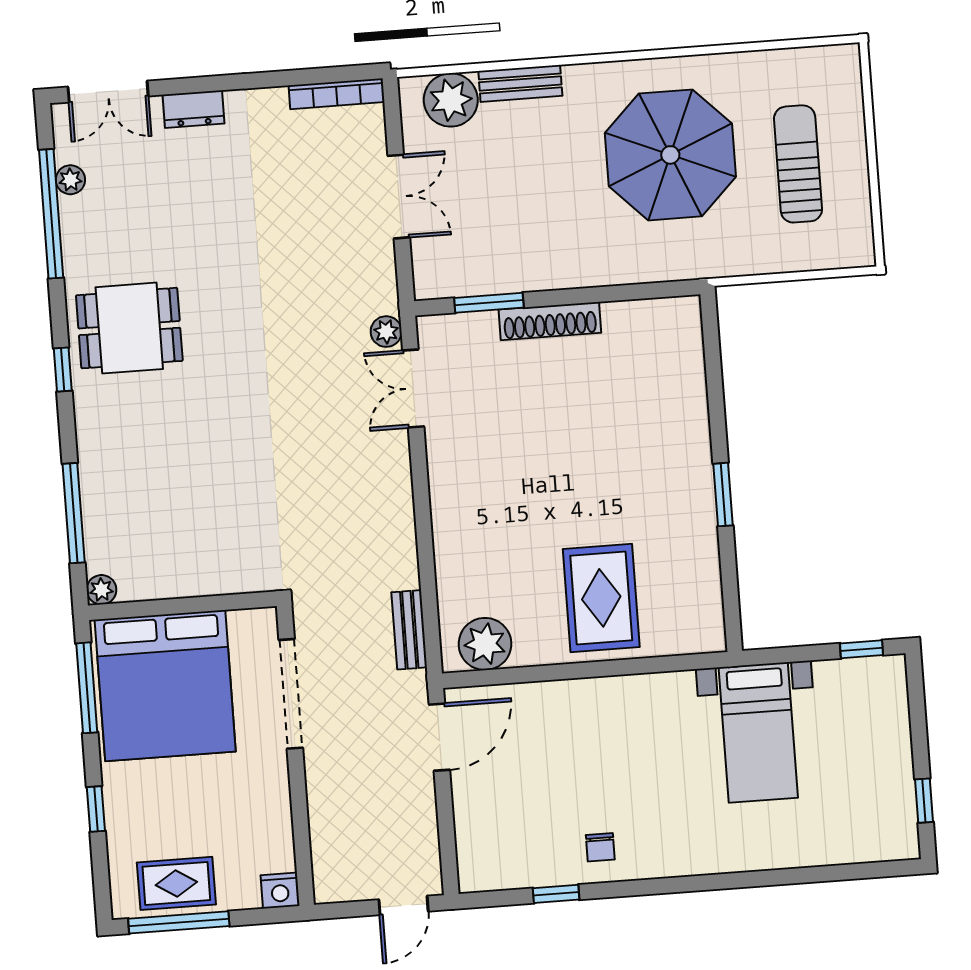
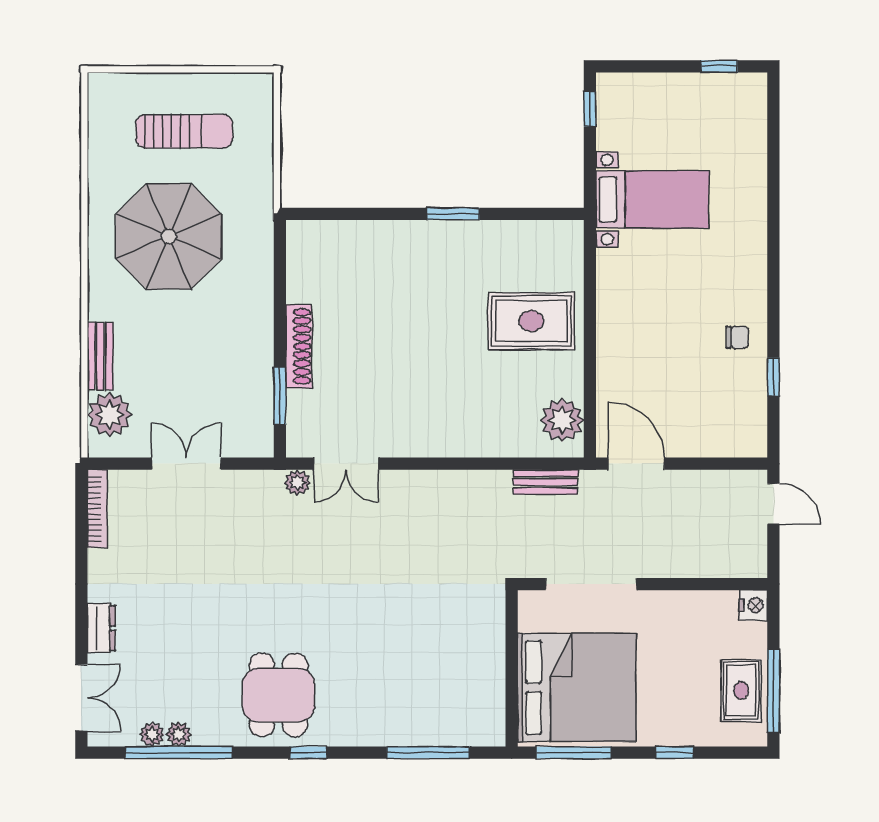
sun lounger: (798, 164) -> (184, 131), turned 180
plant: (101, 590) -> (179, 734), moved

